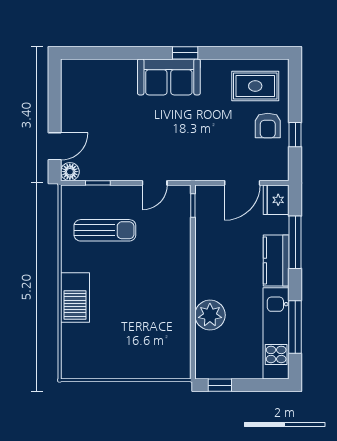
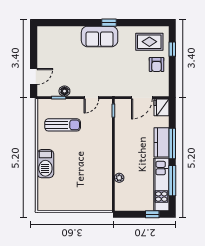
window: (295, 135) -> (172, 49), moved
floor lamp: (70, 172) -> (64, 91), moved
window: (295, 242) -> (172, 143), moved
plant: (210, 315) -> (119, 178), width x0.53, depth x0.53
window: (220, 385) -> (152, 214), moved

